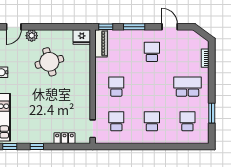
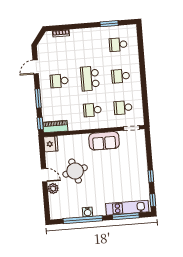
door: (14, 27) -> (44, 175), moved
school desk: (187, 87) -> (90, 78), moved
sofa: (81, 97) -> (104, 141), added
locker: (64, 138) -> (142, 152), removed

